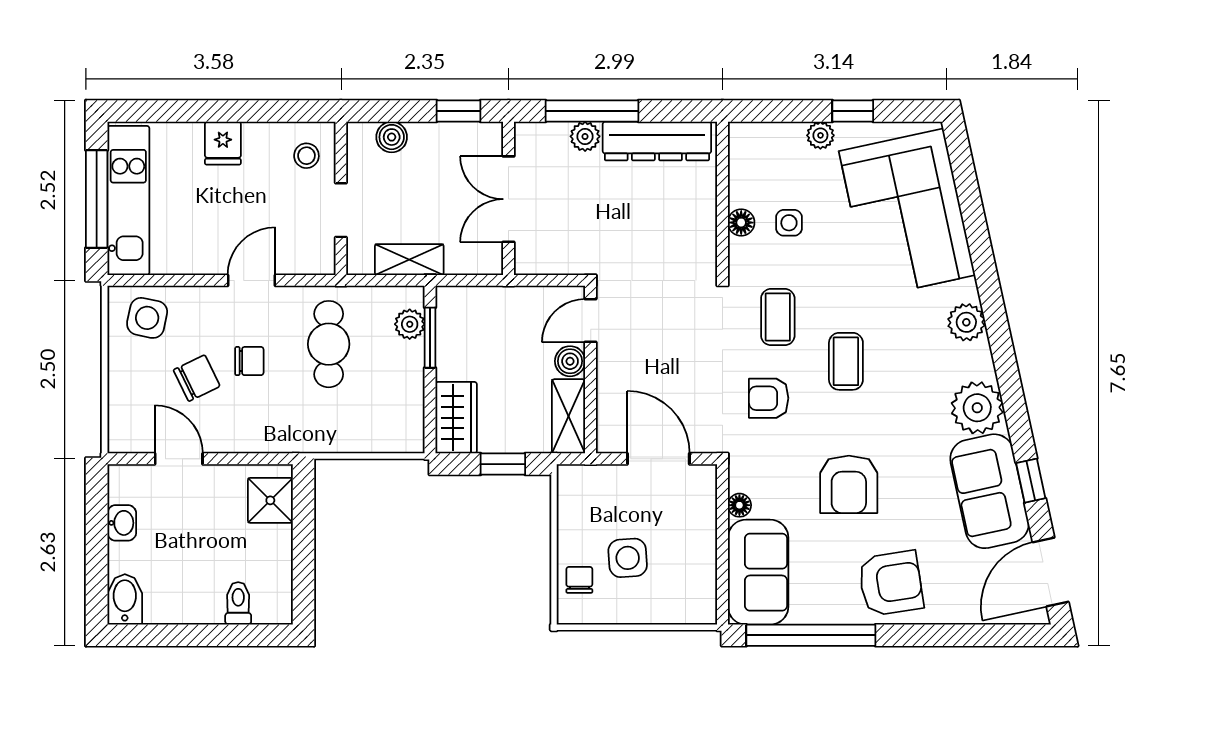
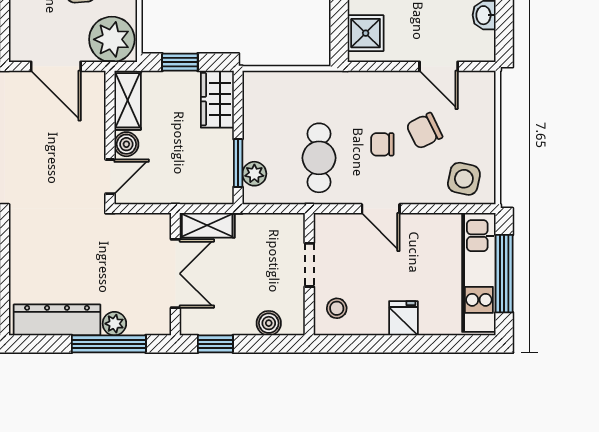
shelving: (409, 260) -> (207, 225), moved
door: (251, 280) -> (381, 209), hinge flipped
plant: (588, 493) -> (112, 39), added

